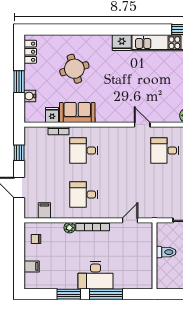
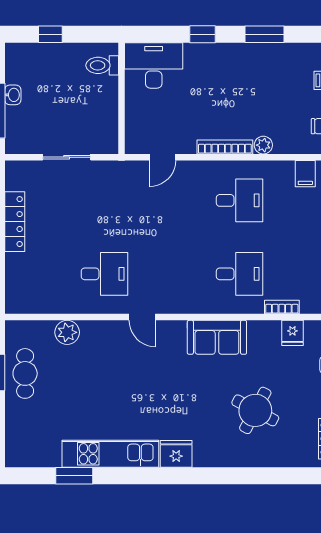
round table: (74, 69) -> (255, 410), turned 45
sofa: (77, 113) -> (217, 337), moved
toilet: (166, 252) -> (102, 65), moved
desk: (95, 275) -> (154, 65), moved
window: (106, 294) -> (203, 34), width x0.46

